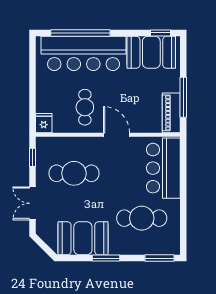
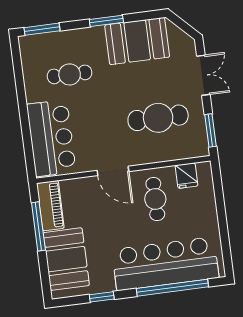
window: (160, 33) -> (102, 297), moved
booth: (151, 52) -> (66, 259), moved, turned 90
fridge: (44, 123) -> (186, 176), moved
window: (32, 157) -> (211, 130), width x1.50
cafe table: (142, 218) -> (70, 74), width x0.73, depth x0.74

